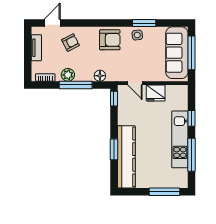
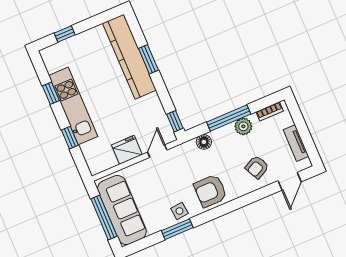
door: (135, 83) -> (157, 151), hinge flipped
window: (192, 155) -> (51, 93), width x0.46
window: (165, 192) -> (65, 34), width x0.46

